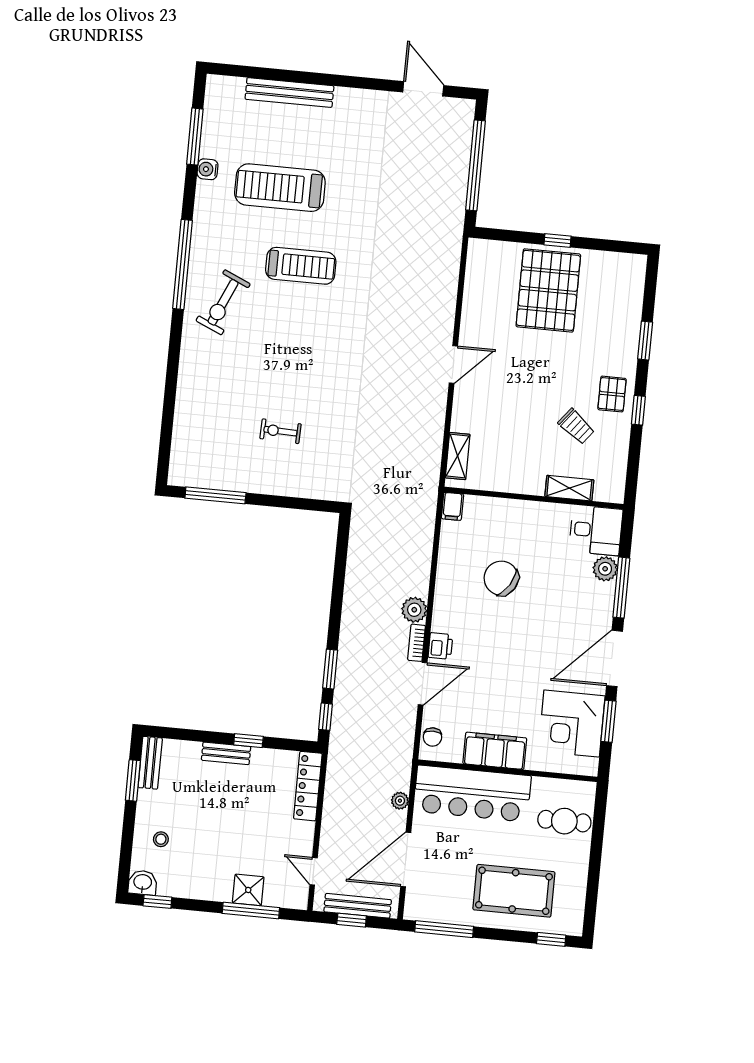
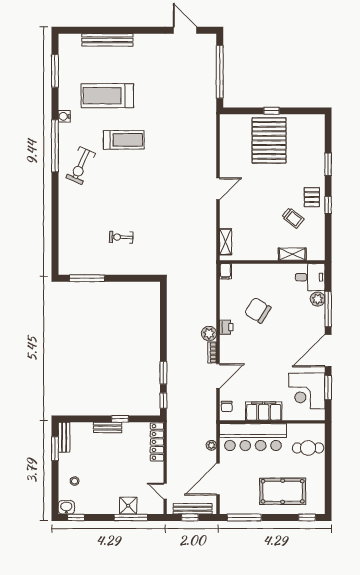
water cooler: (208, 169) -> (64, 116), moved
printer: (440, 646) -> (226, 327), moved

